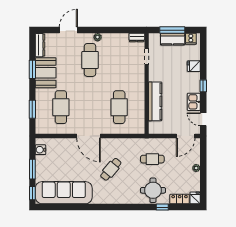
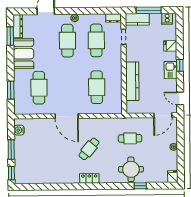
kitchen counter: (173, 39) -> (137, 19), moved
cafe table: (119, 60) -> (96, 40), added
window: (32, 69) -> (10, 36), moved
kitchen sink: (194, 102) -> (171, 70), moved
sofa: (64, 193) -> (43, 172), removed
locker: (180, 199) -> (89, 178), moved

